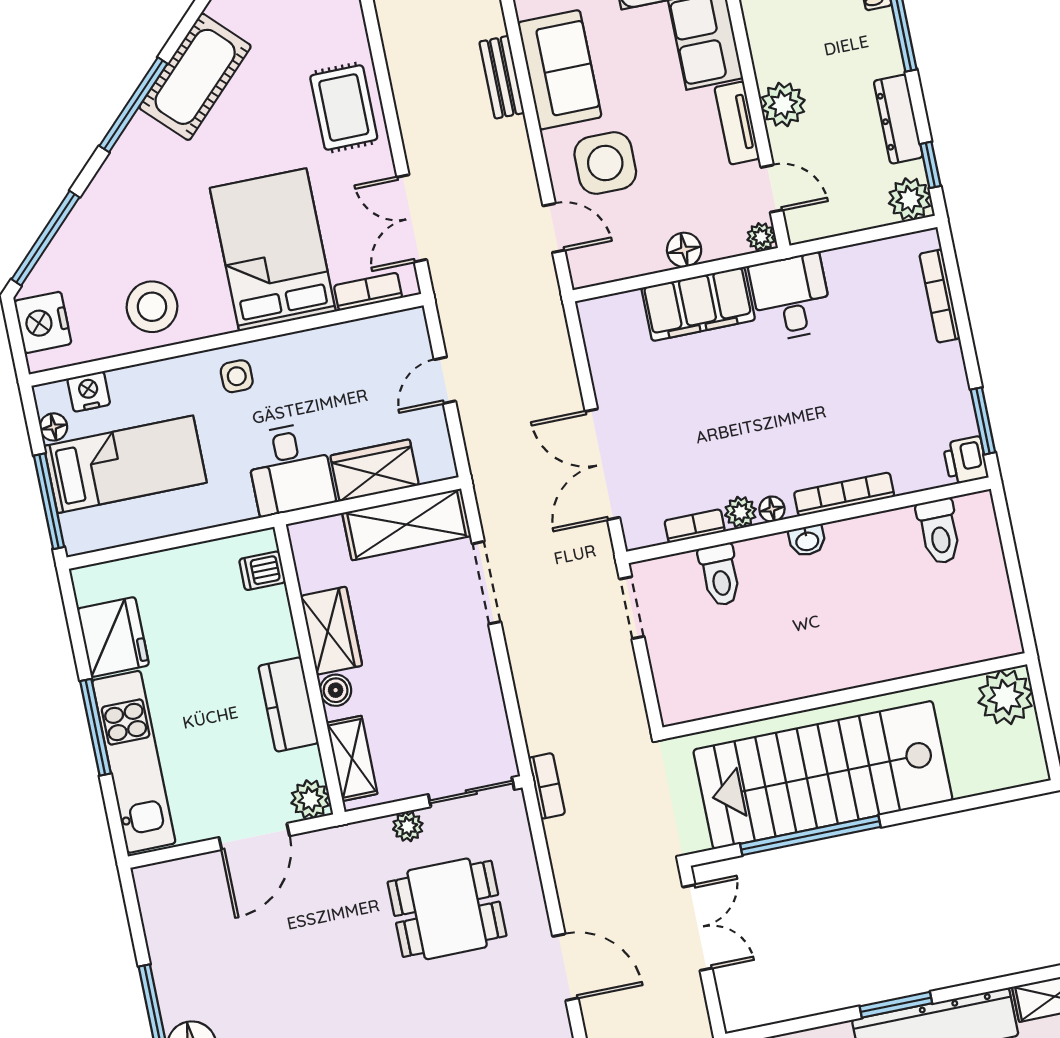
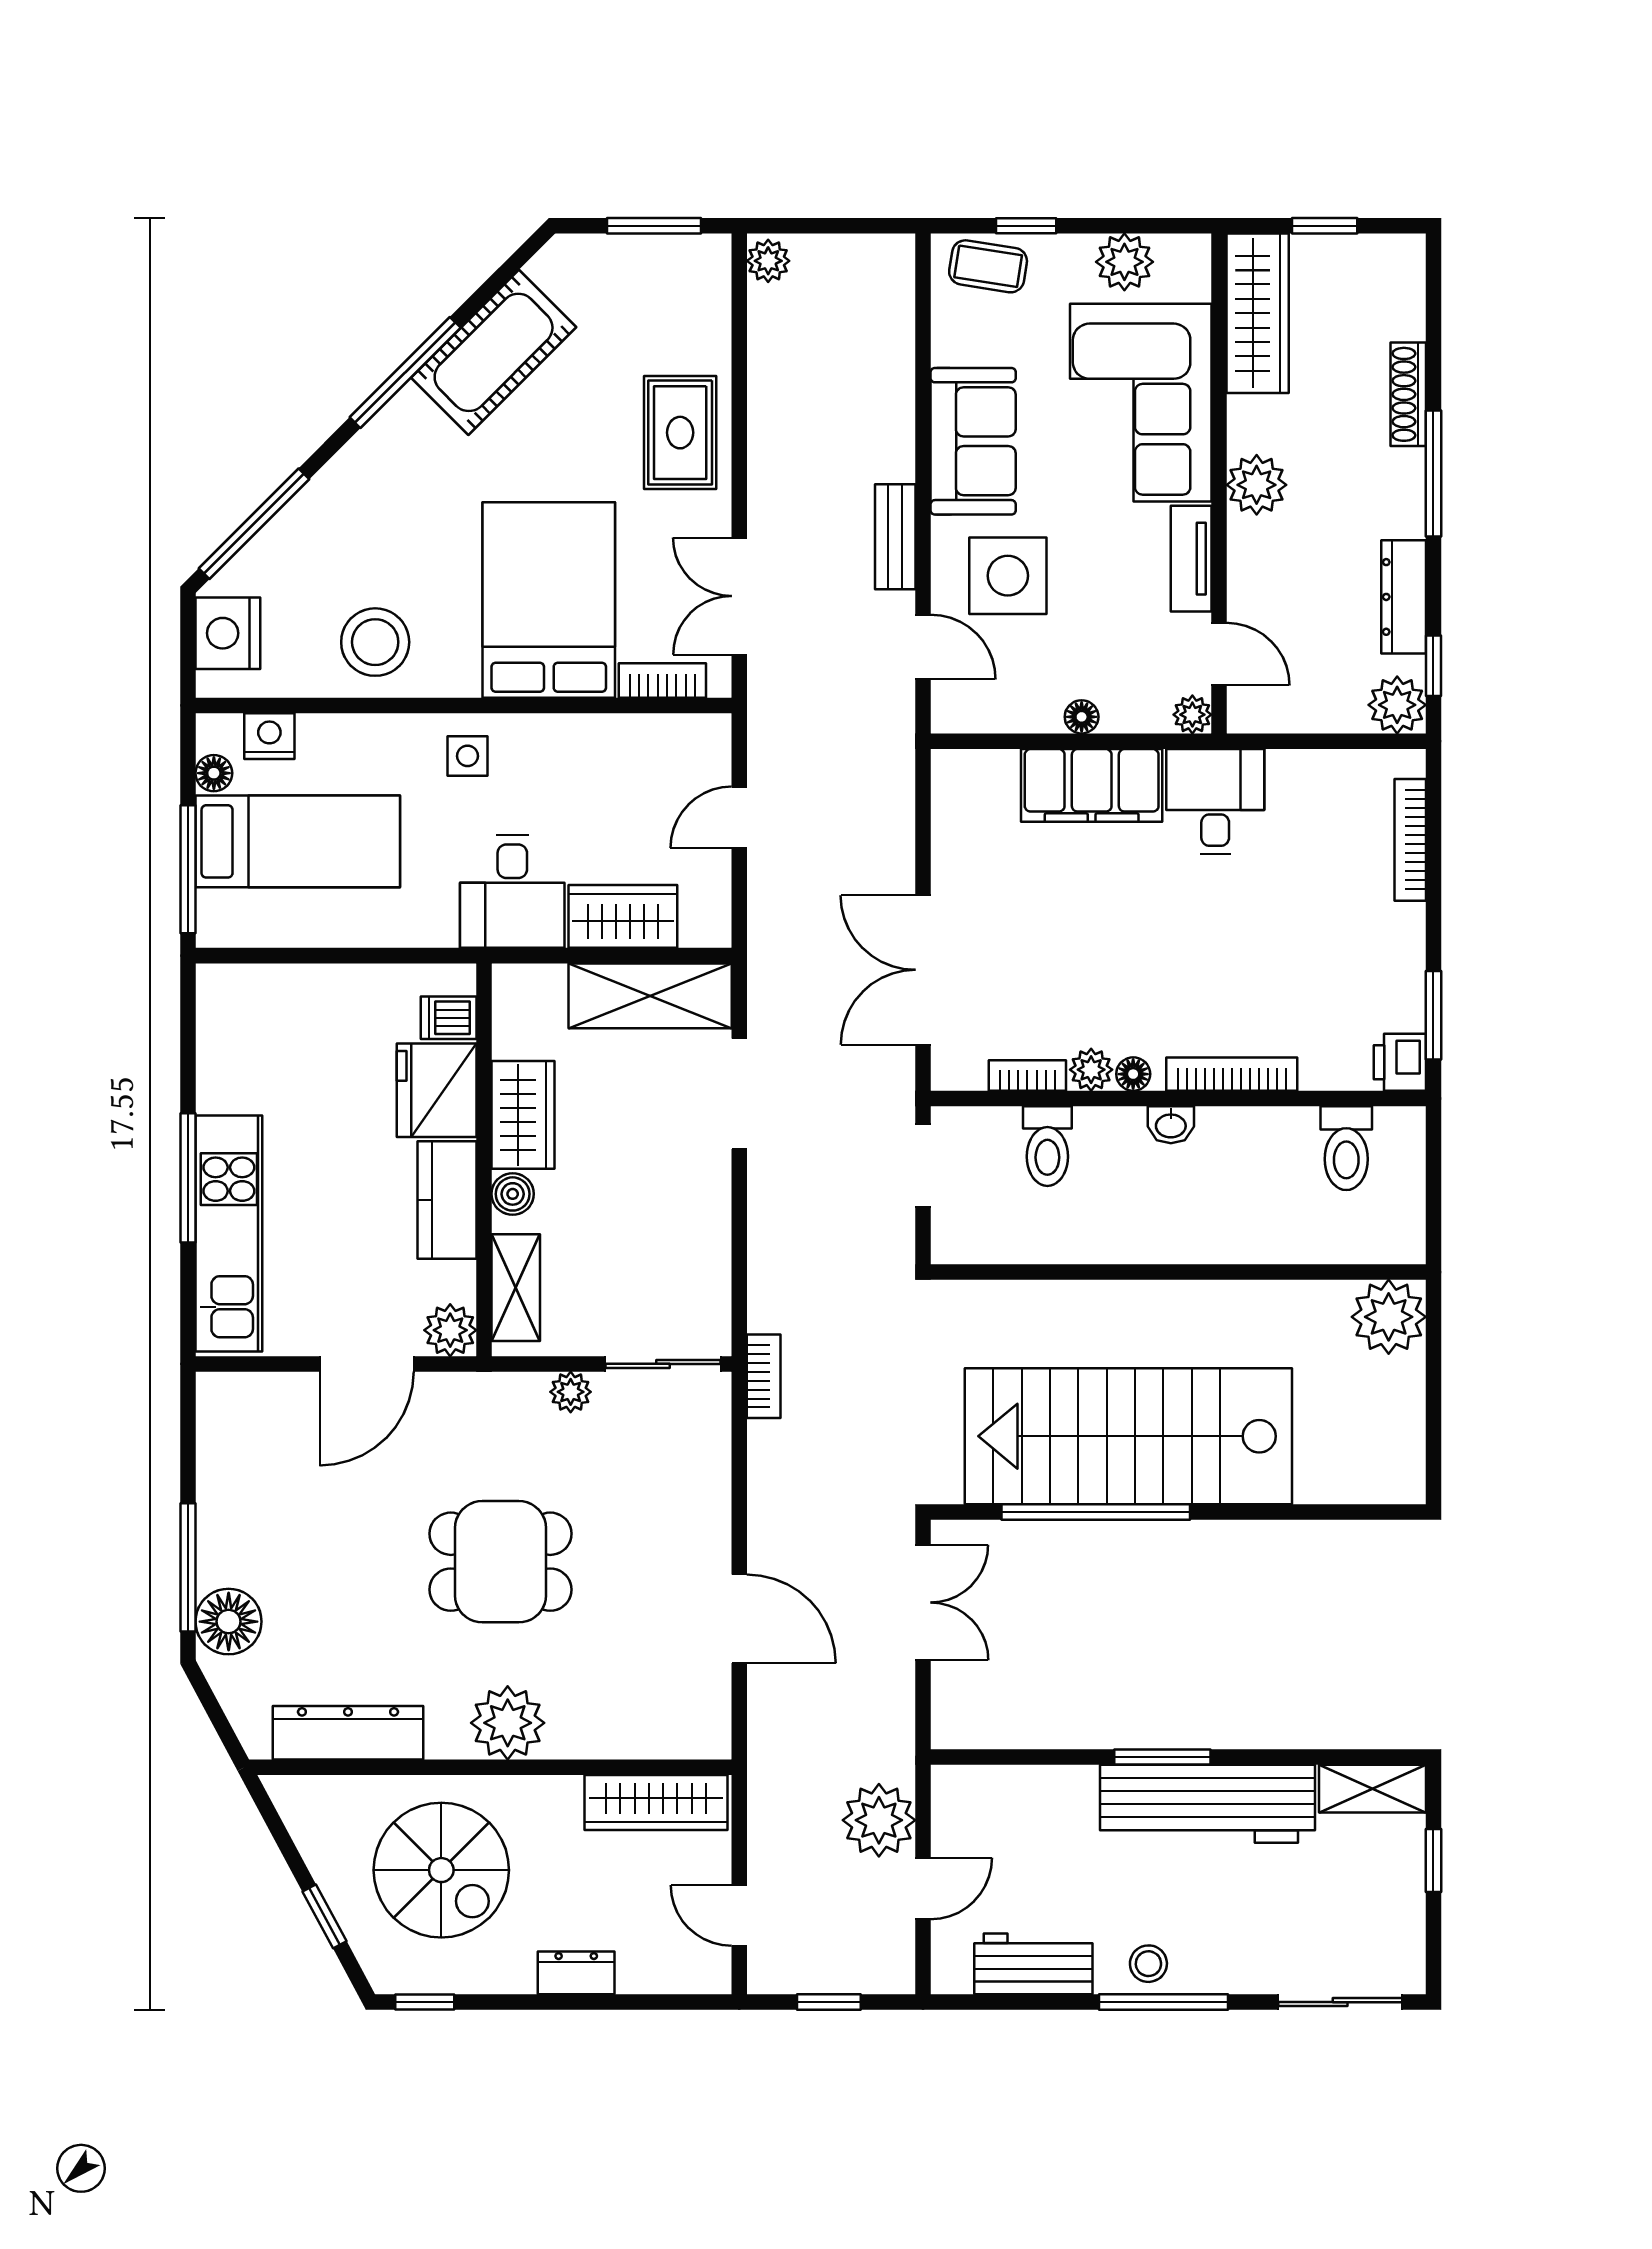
bench: (502, 77) -> (895, 537), moved
plant: (783, 105) -> (1257, 485), moved
floor lamp: (684, 250) -> (1082, 717), width x0.73, depth x0.73
fridge: (113, 637) -> (437, 1090), moved, turned 180
wall: (845, 696) -> (1178, 1272), moved
plant: (1005, 697) -> (1389, 1317), moved
dining table: (447, 909) -> (501, 1562), moved

